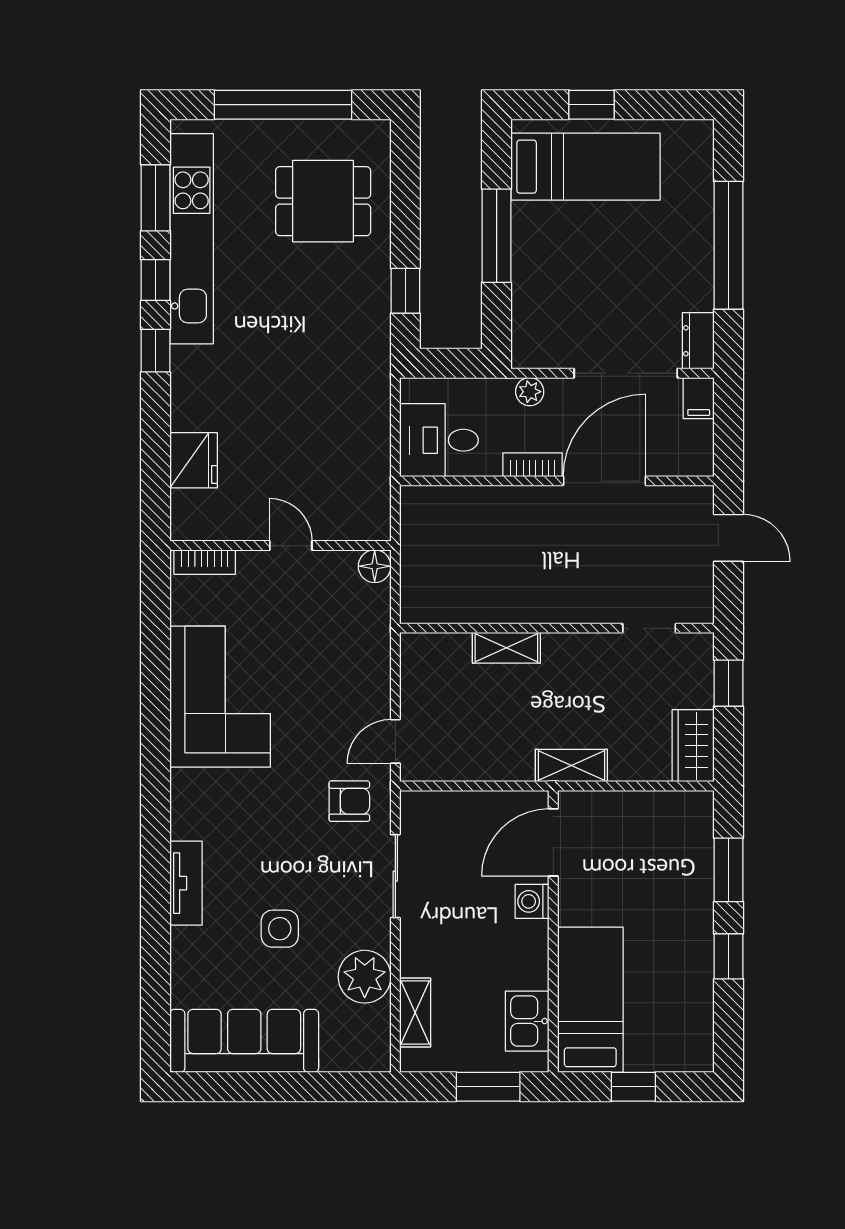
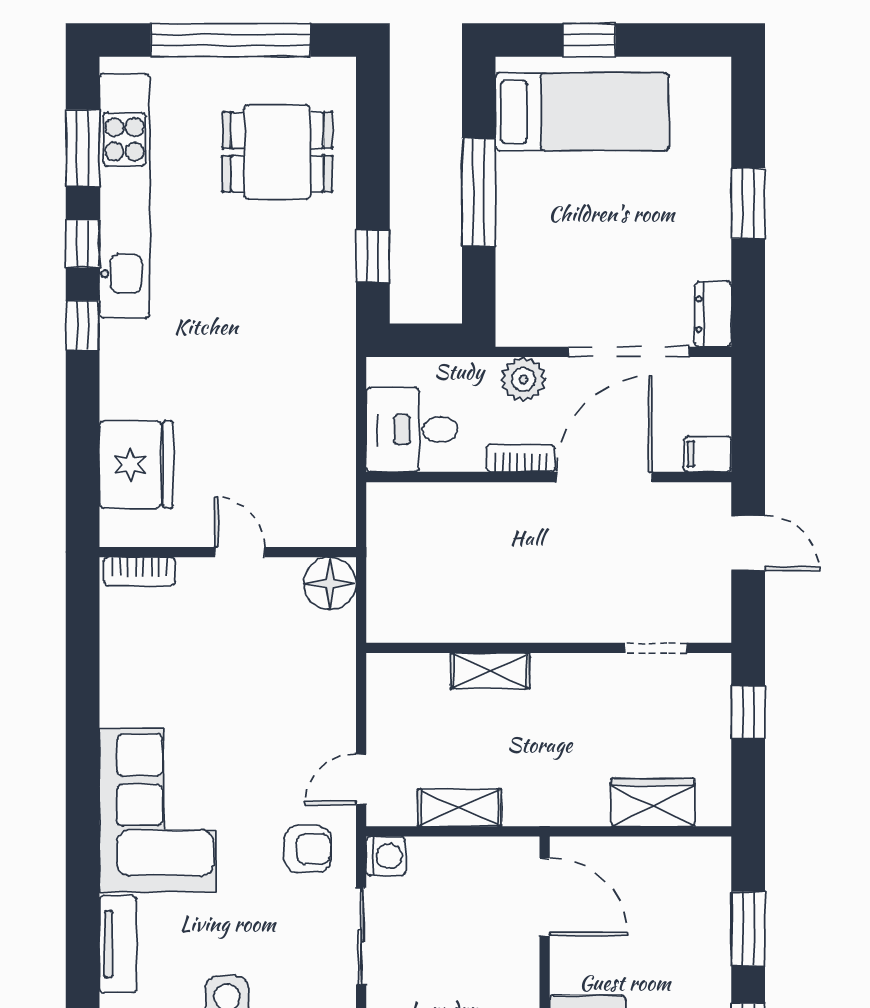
window: (728, 245) -> (748, 203), width x0.47
plant: (530, 392) -> (523, 379), width x1.38, depth x1.38
filing cabinet: (699, 398) -> (708, 454), moved, turned 90
fridge: (194, 460) -> (136, 464), width x1.36, depth x1.34
floor lamp: (375, 566) -> (330, 583), width x1.38, depth x1.38
corner sofa: (220, 697) -> (158, 810), moved
wardrobe: (693, 746) -> (653, 802), moved, turned 90
shelving: (571, 766) -> (460, 808), moved
door: (553, 842) -> (545, 897), swing flipped
washing machine: (532, 901) -> (386, 856), moved, turned 180

